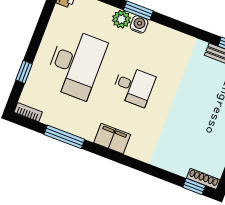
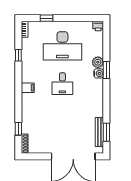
window: (64, 137) -> (18, 55), width x0.46
filing cabinet: (112, 139) -> (28, 88), width x0.50
window: (194, 186) -> (18, 129), moved

